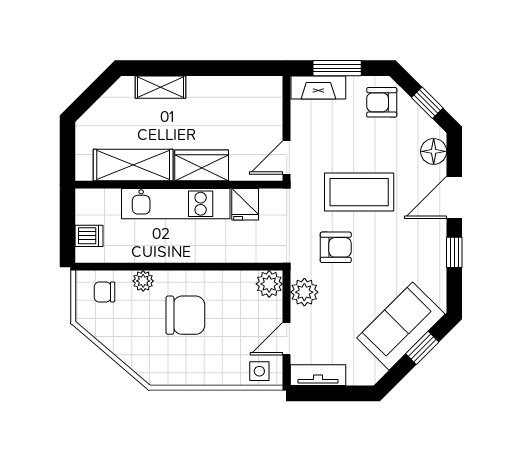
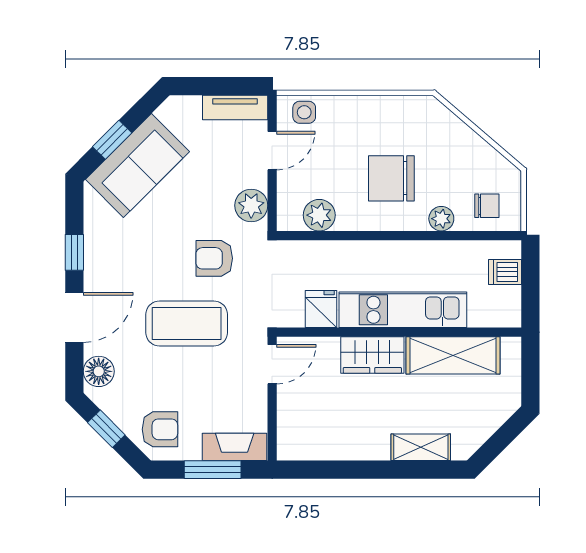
plant: (269, 284) -> (319, 215), moved

